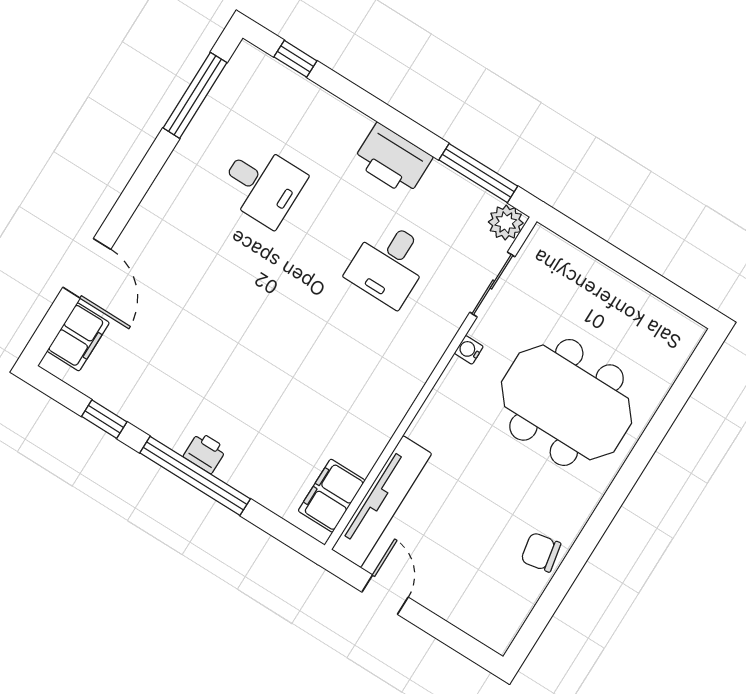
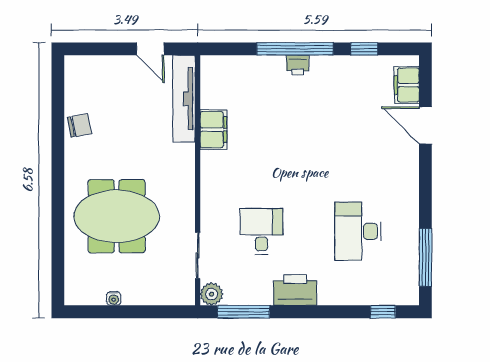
desk: (262, 185) -> (358, 231), width x1.37
water cooler: (469, 350) -> (114, 299), moved, turned 90
filing cabinet: (332, 496) -> (213, 130), moved

